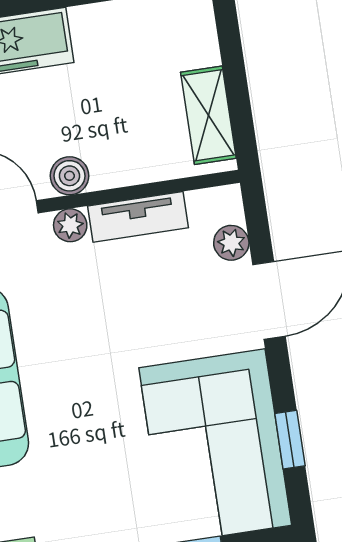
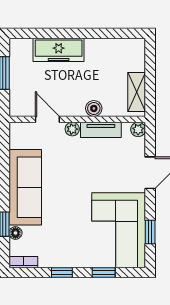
boiler: (70, 176) -> (94, 108), moved
plant: (231, 243) -> (138, 129), moved

